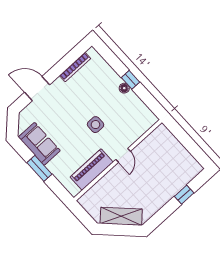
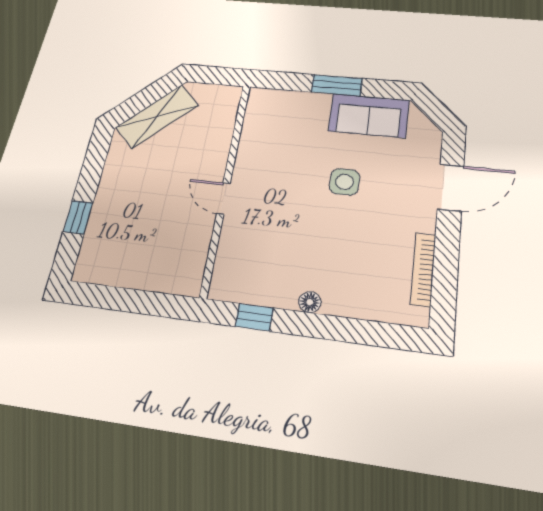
window: (131, 80) -> (254, 317), moved
side table: (95, 125) -> (345, 182), moved
piano: (92, 170) -> (256, 142), removed

